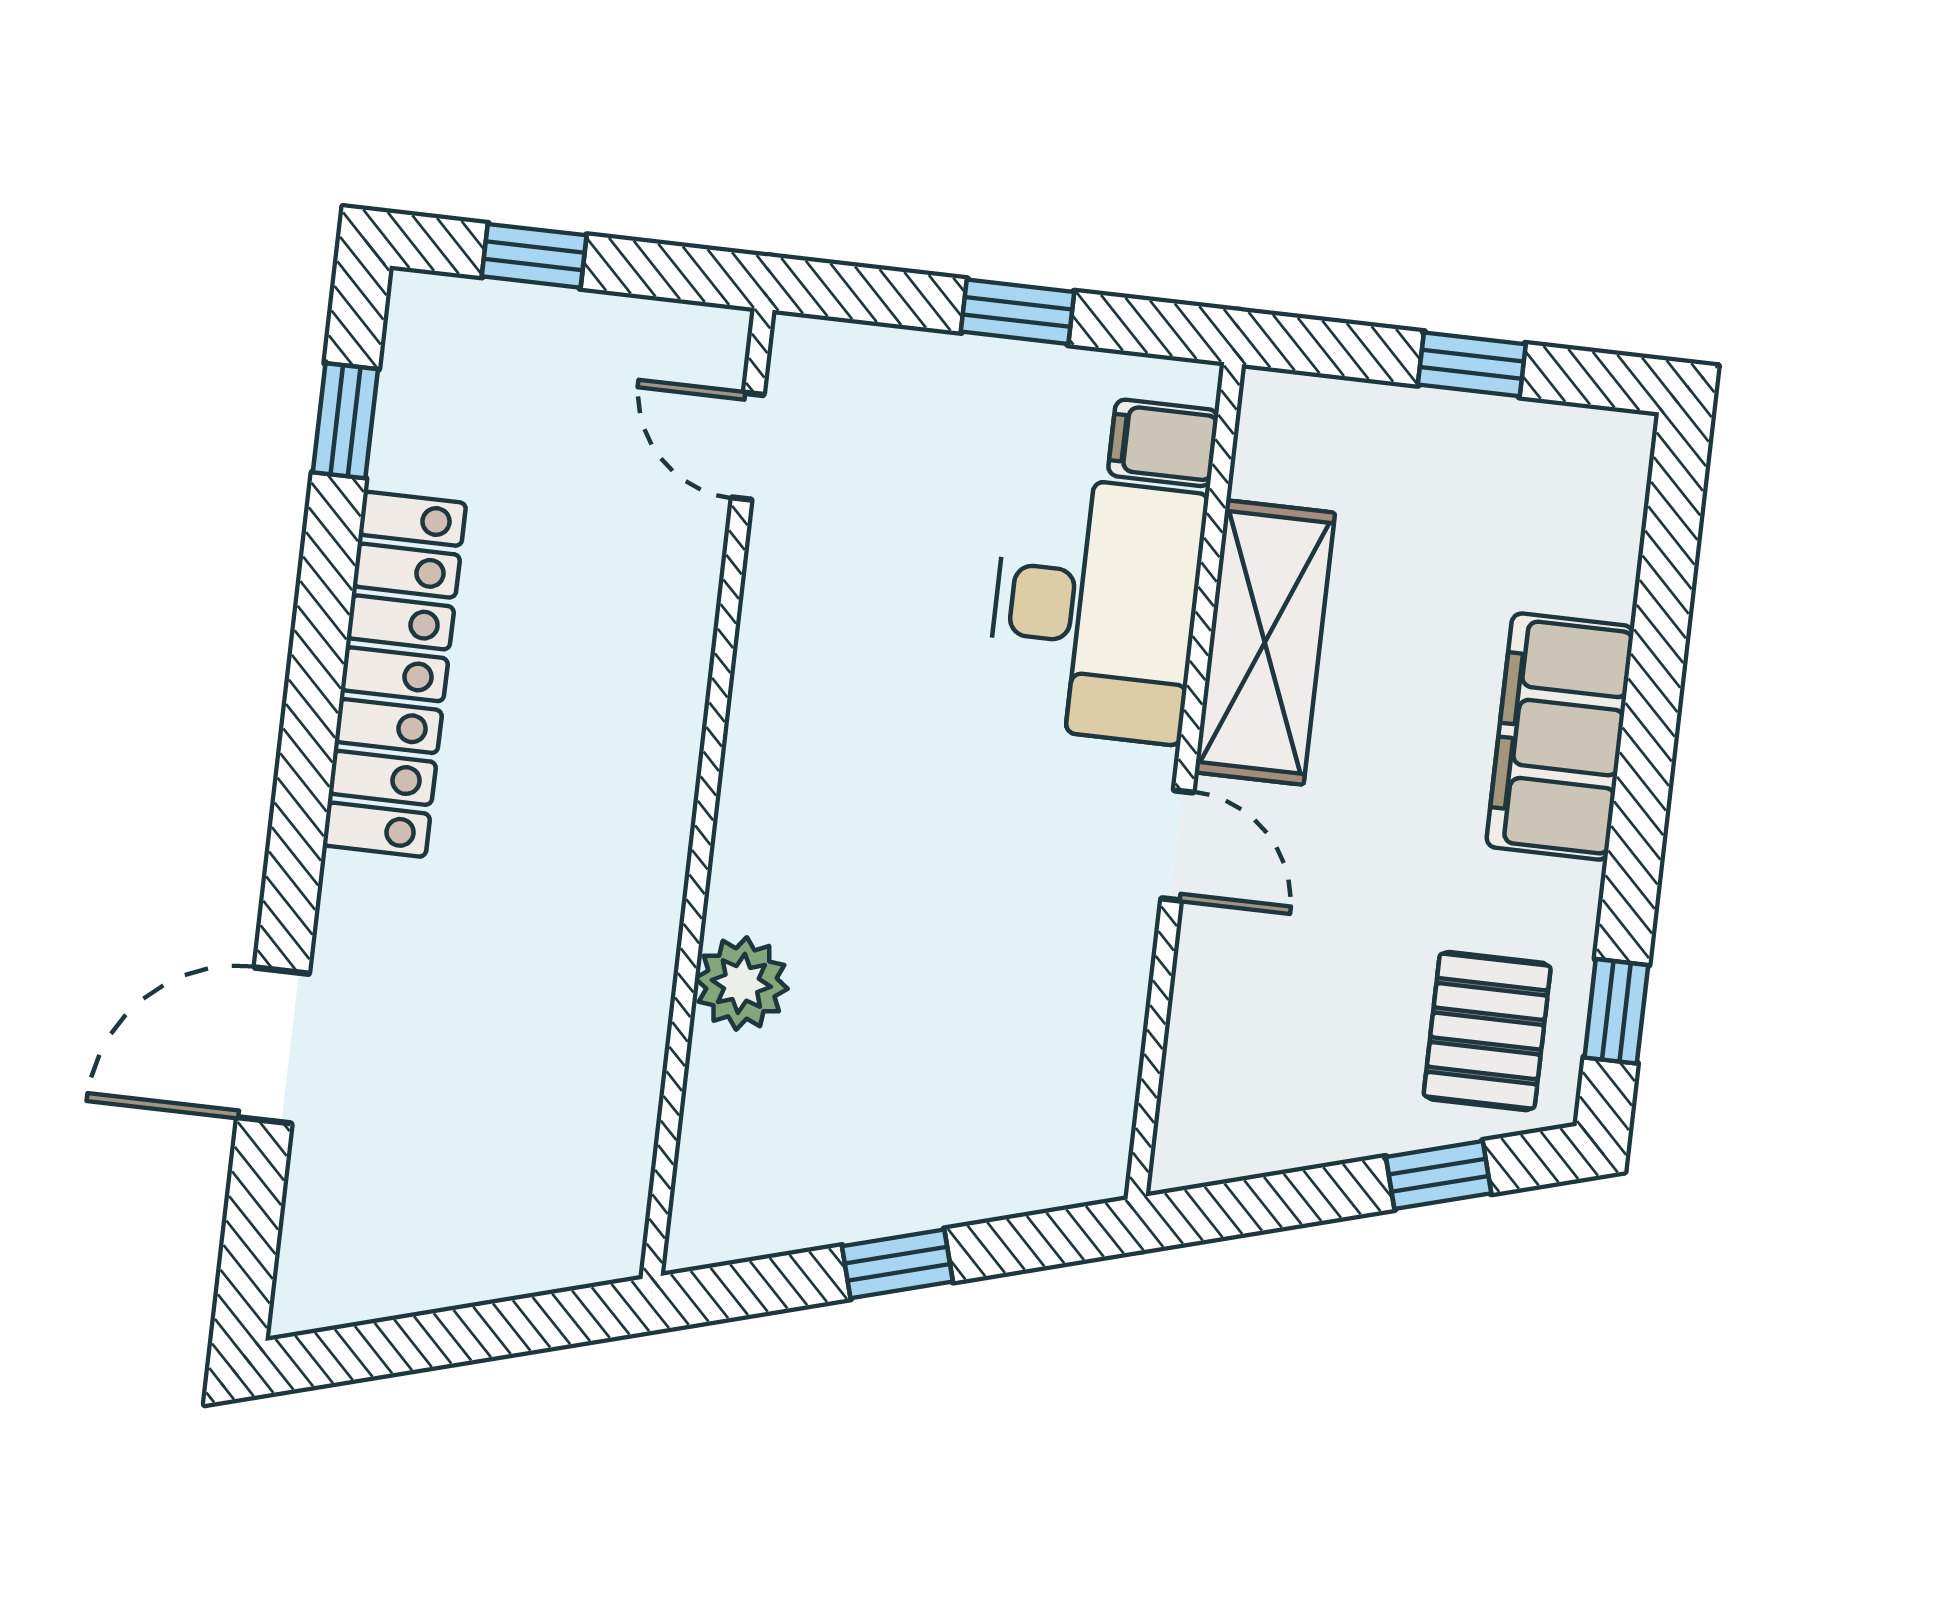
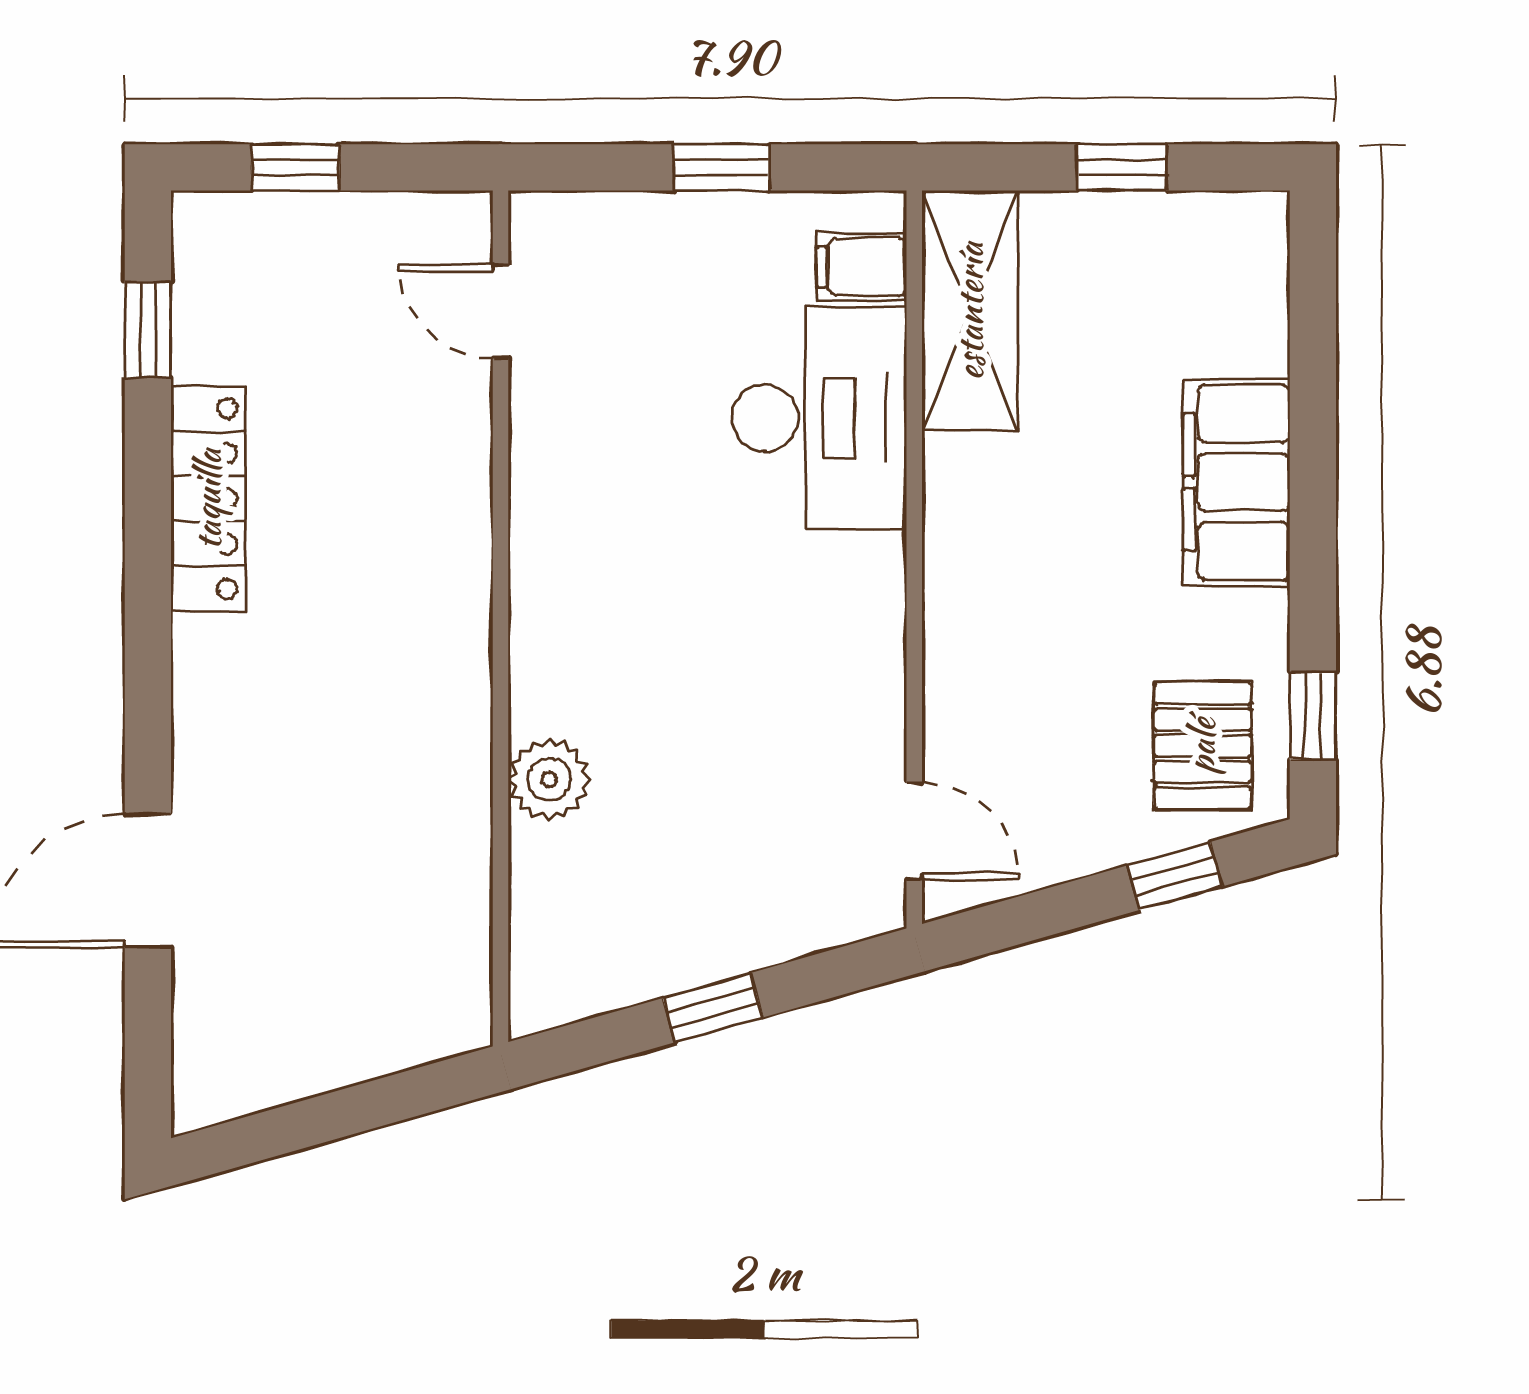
shelving: (1265, 642) -> (970, 311), moved
locker: (394, 674) -> (208, 499), width x0.71, depth x0.83
door: (1177, 845) -> (914, 831), moved

